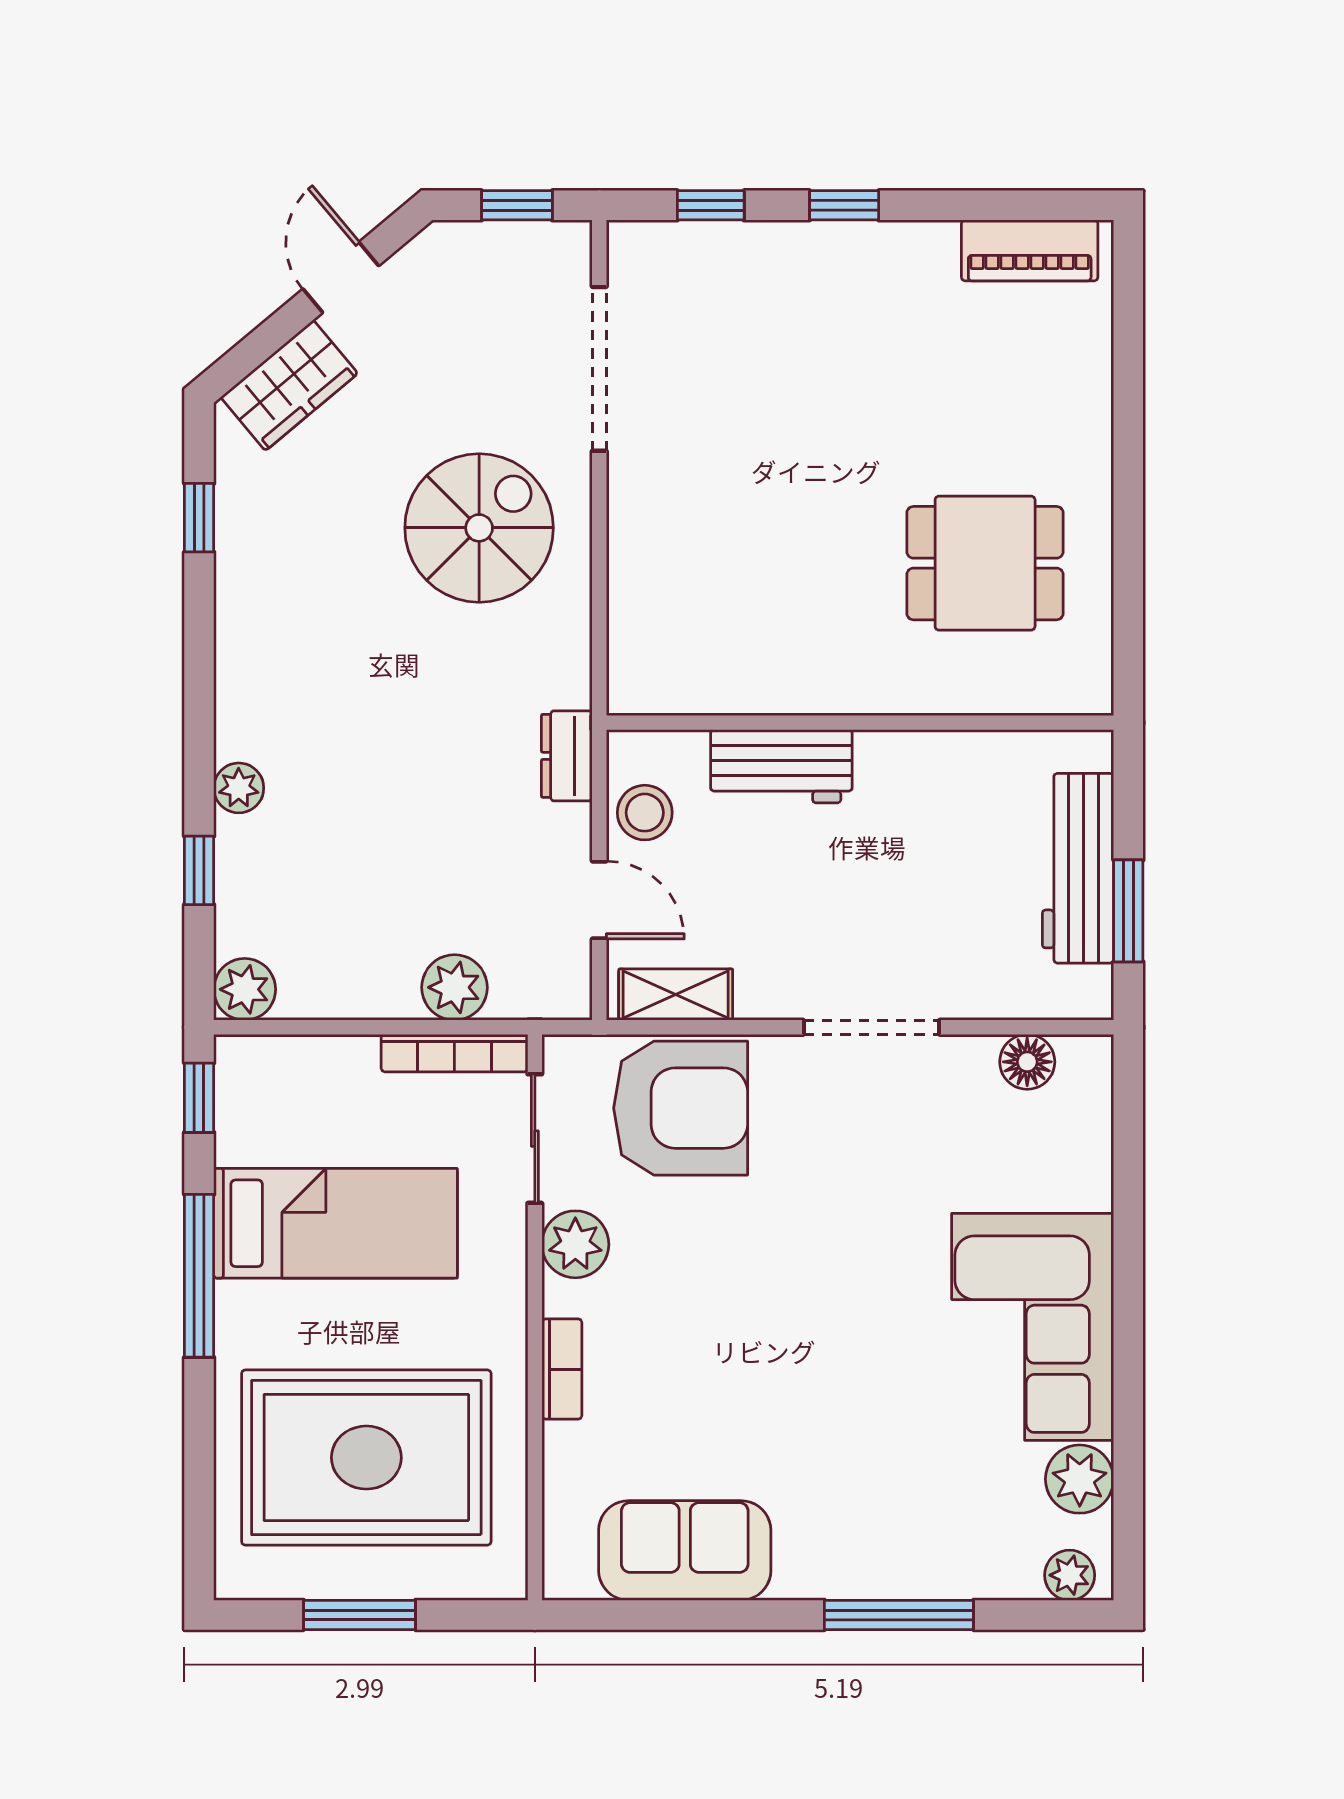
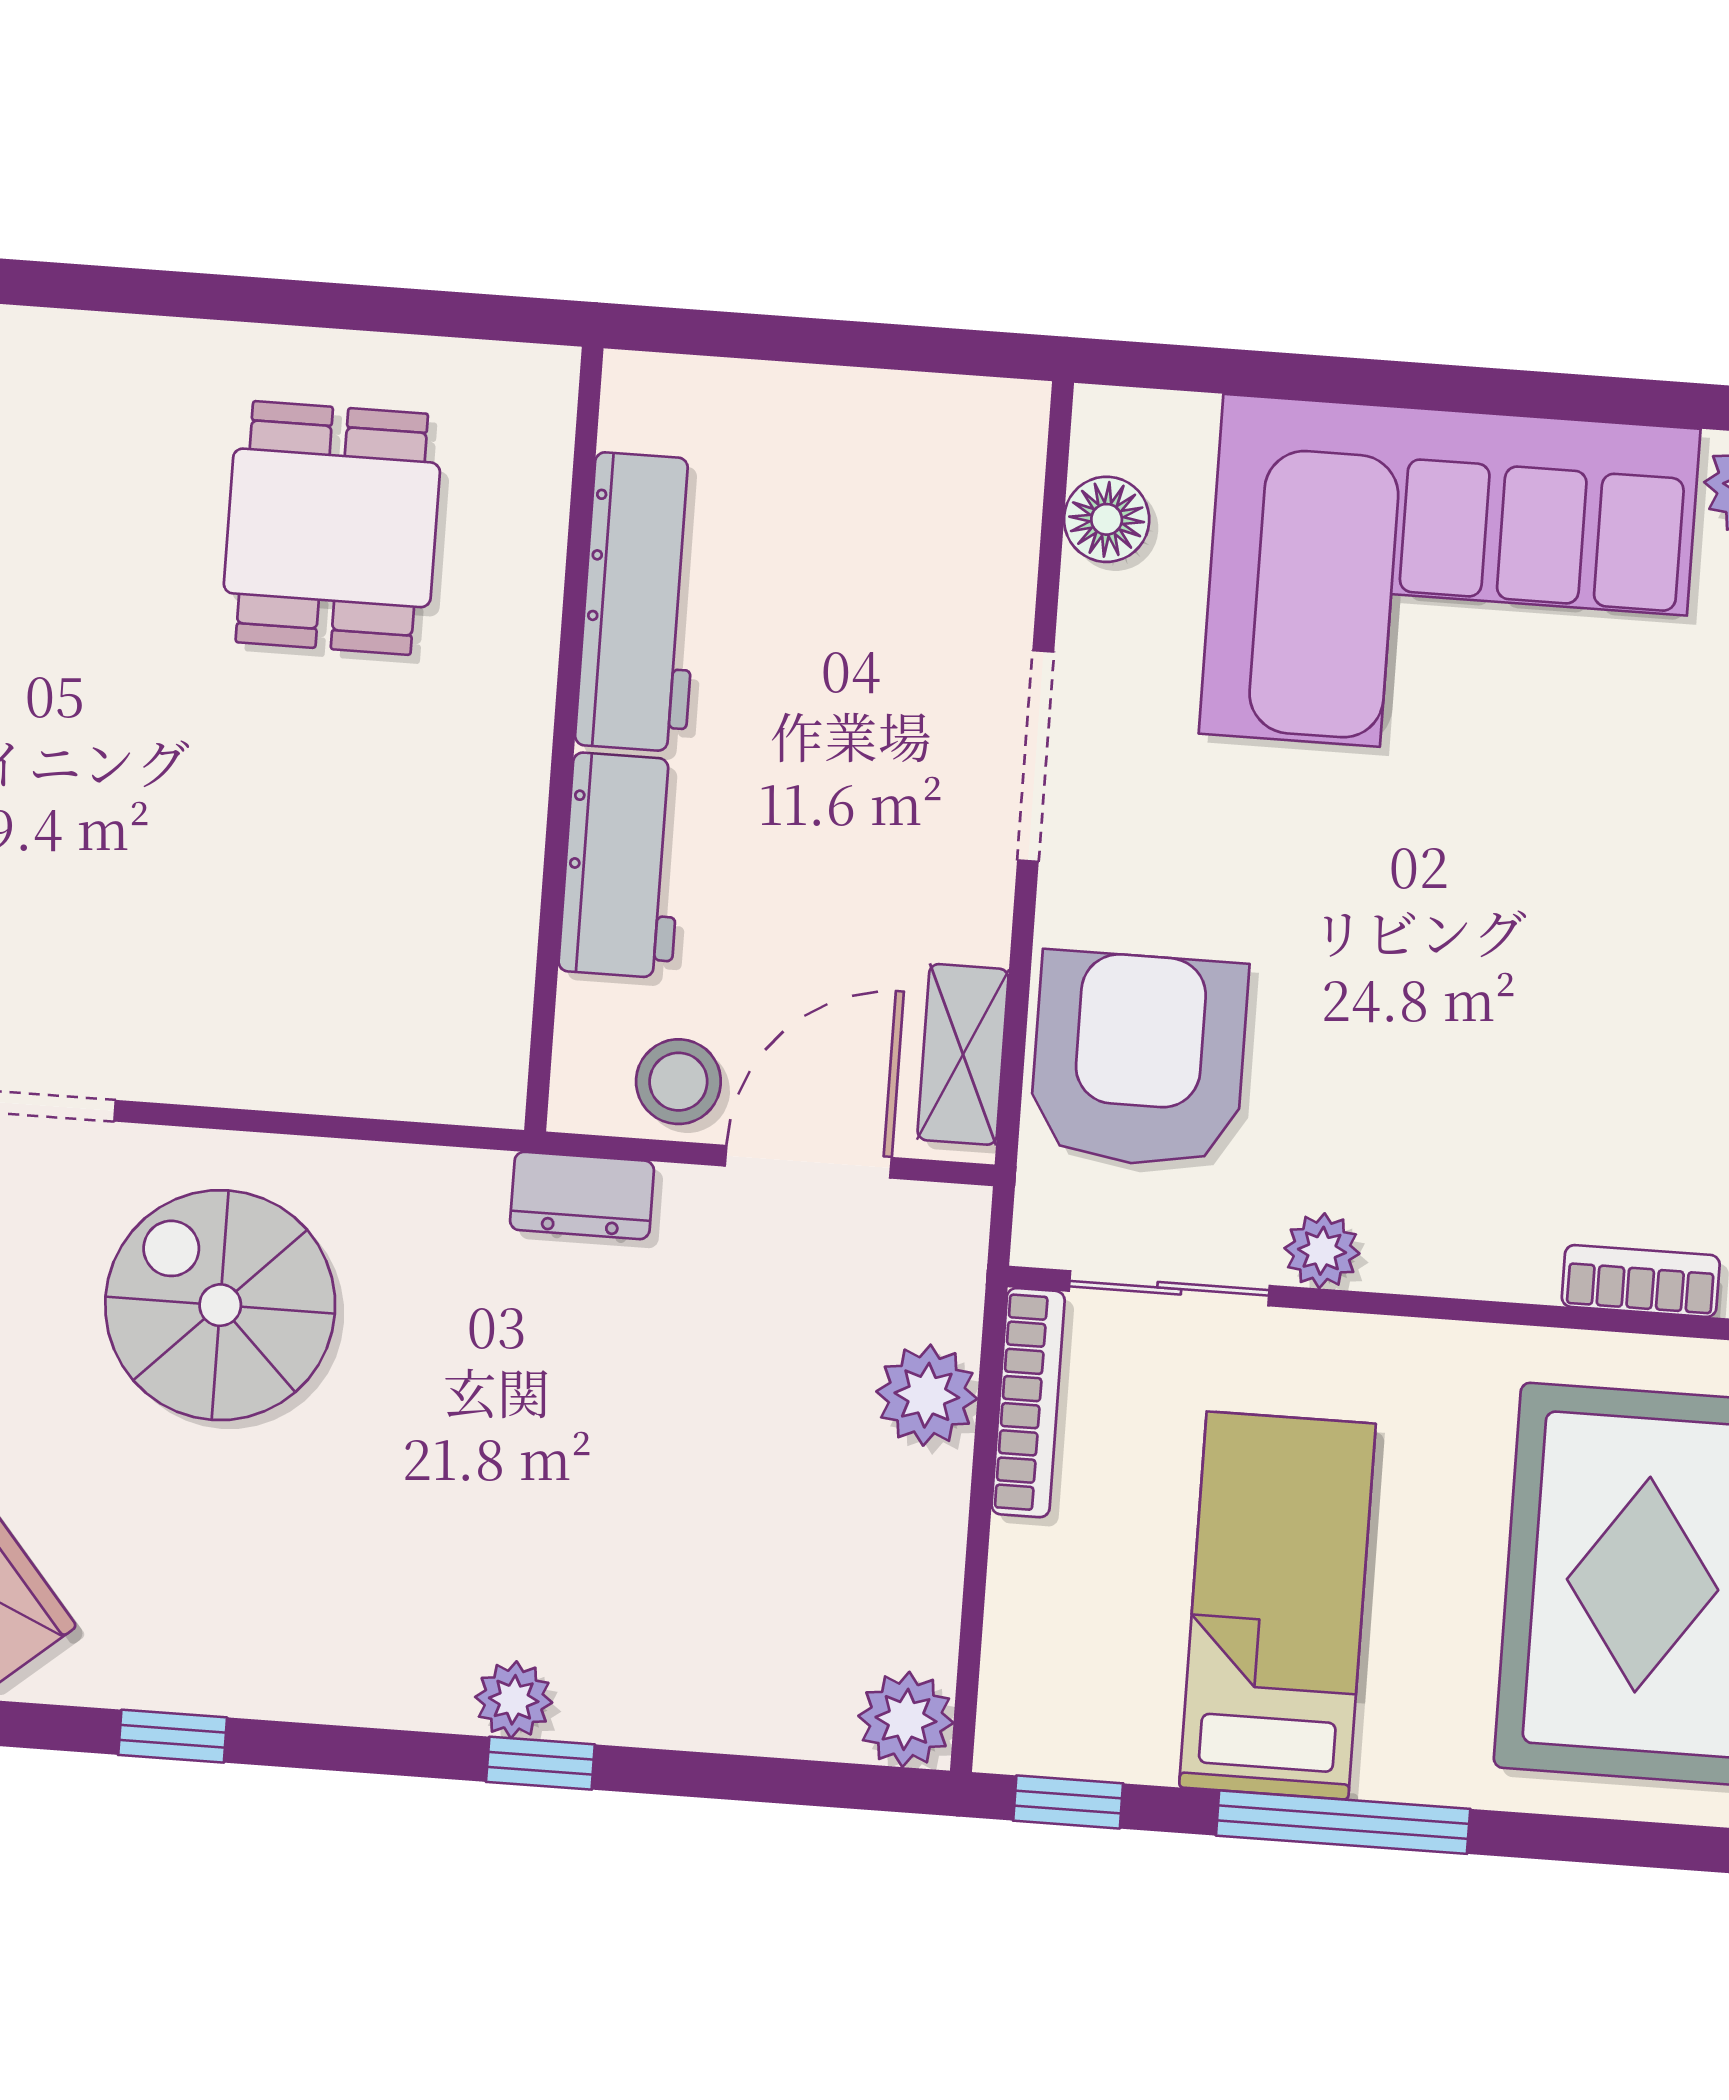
plant: (239, 788) -> (514, 1700), moved
workbench: (1078, 868) -> (640, 602), moved, turned -90
window: (199, 870) -> (540, 1763), moved
door: (599, 900) -> (808, 1162), width x1.38
window: (1128, 911) -> (885, 346), removed
plant: (575, 1244) -> (1322, 1251), width x0.73, depth x0.73
corner sofa: (1033, 1327) -> (1450, 581), width x1.36, depth x1.36
bookcase: (562, 1369) -> (1641, 1281), moved

